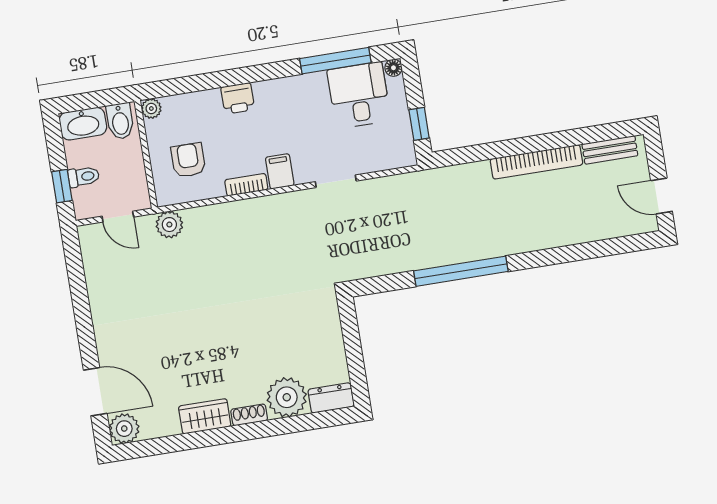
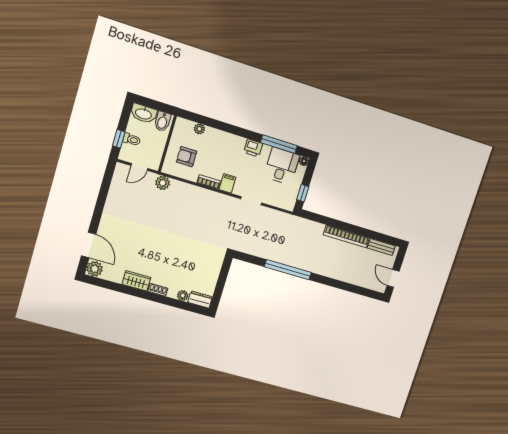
printer: (238, 98) -> (253, 148), moved
plant: (151, 109) -> (199, 129), moved
armchair: (188, 160) -> (187, 157), turned -90
door: (118, 217) -> (139, 167), hinge flipped
plant: (287, 397) -> (183, 296), width x0.53, depth x0.53

